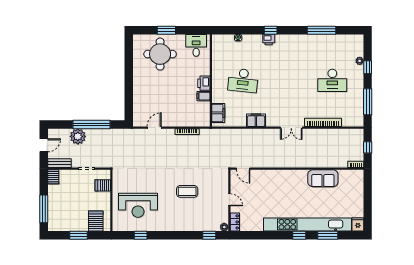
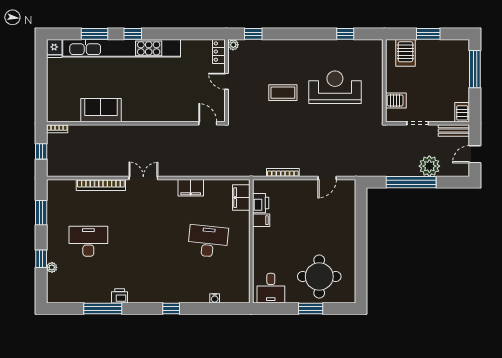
printer: (269, 40) -> (120, 296), moved
printer: (204, 83) -> (261, 203), moved
window: (368, 102) -> (41, 213), width x0.69
reception desk: (138, 205) -> (335, 87), moved

